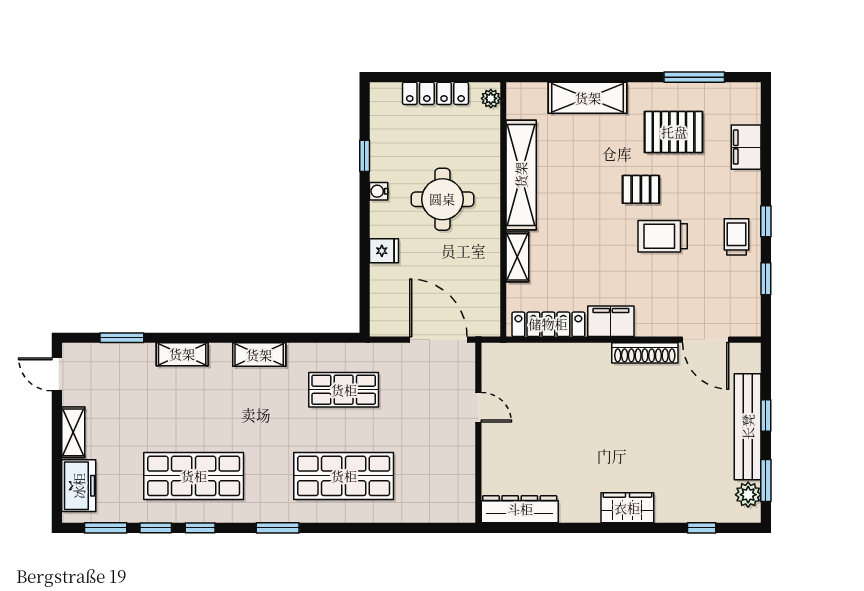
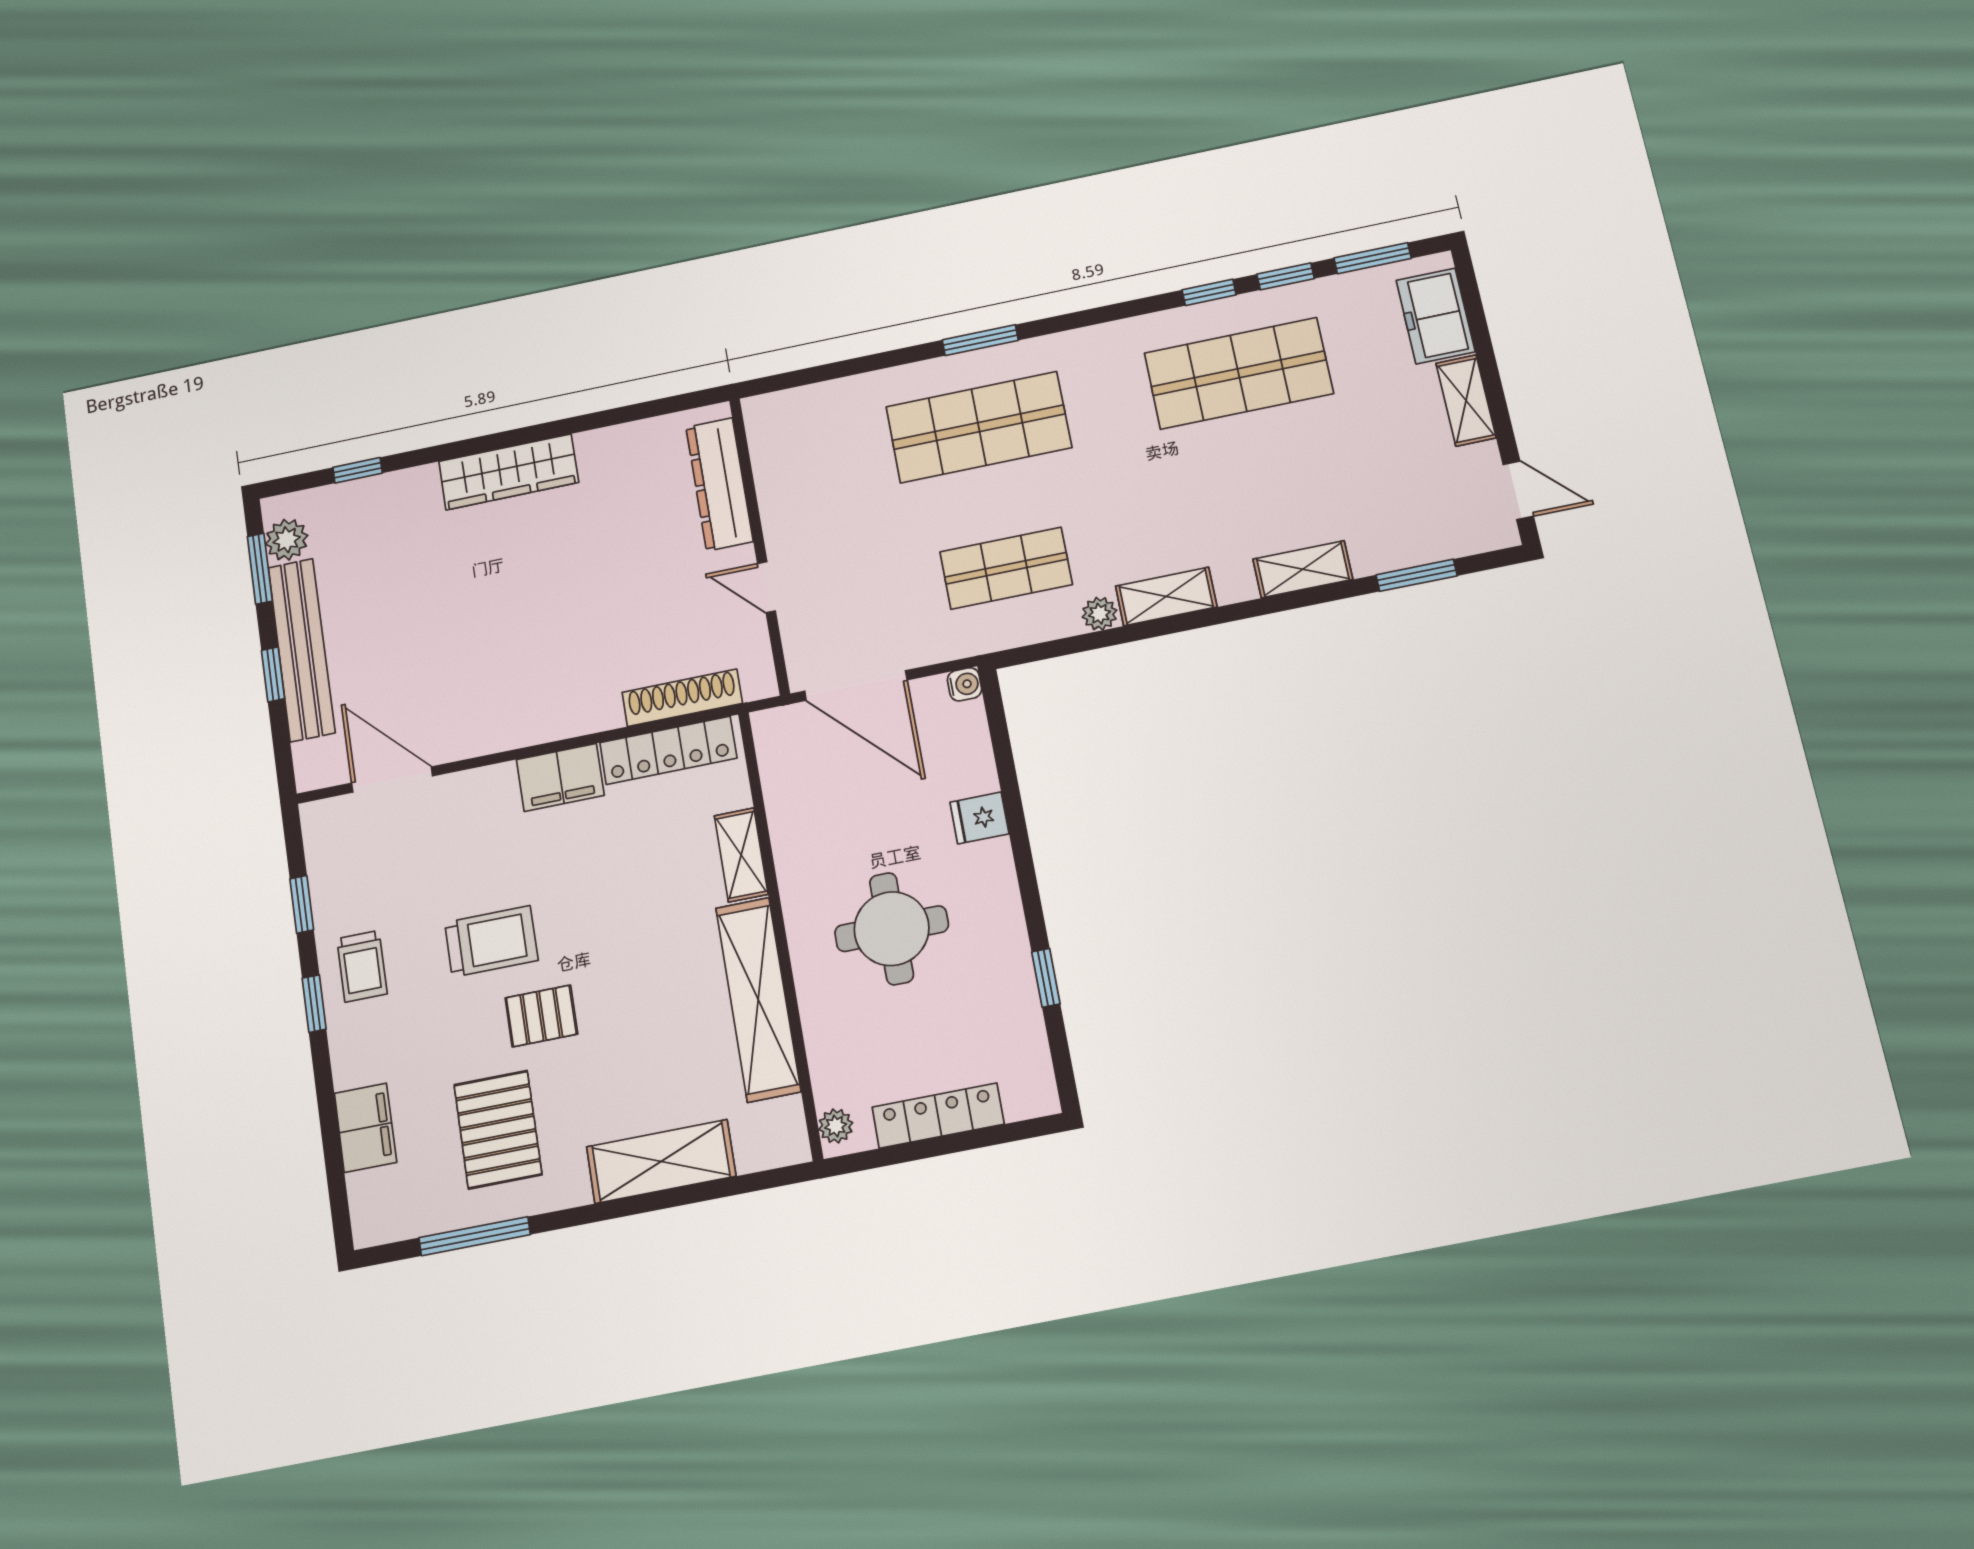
pallet: (674, 132) -> (498, 1130), turned 90
water cooler: (379, 191) -> (964, 684), moved
plant: (297, 353) -> (1099, 614), added
shoe rack: (645, 353) -> (682, 698), moved
wardrobe: (627, 508) -> (509, 472), width x1.50
dresser: (520, 509) -> (719, 484), moved, turned 90
window: (278, 528) -> (980, 340), moved

